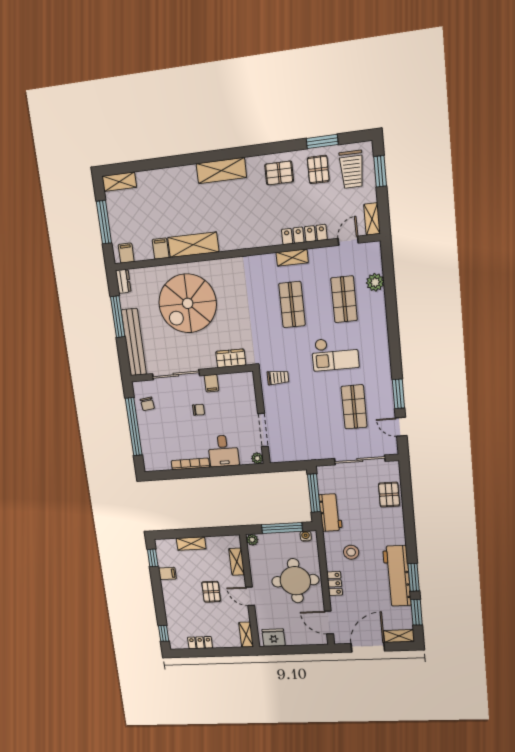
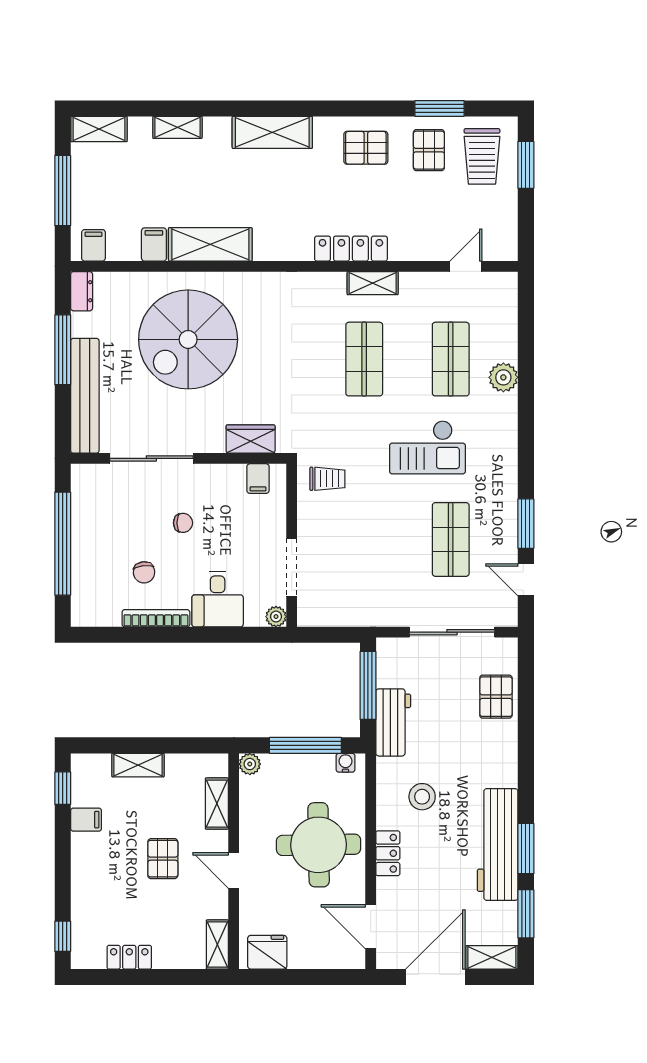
shelving: (372, 219) -> (177, 127), moved, turned 90
locker: (304, 234) -> (351, 249), moved
plant: (375, 282) -> (503, 377), moved
filing cabinet: (211, 383) -> (258, 479), moved
chair: (147, 404) -> (144, 572), moved

